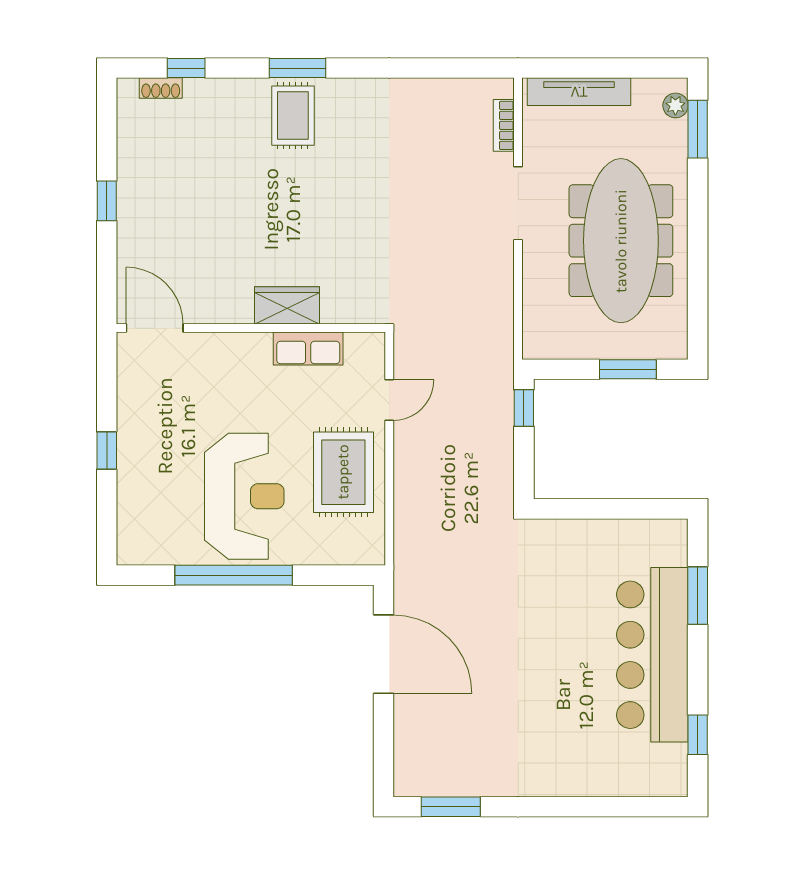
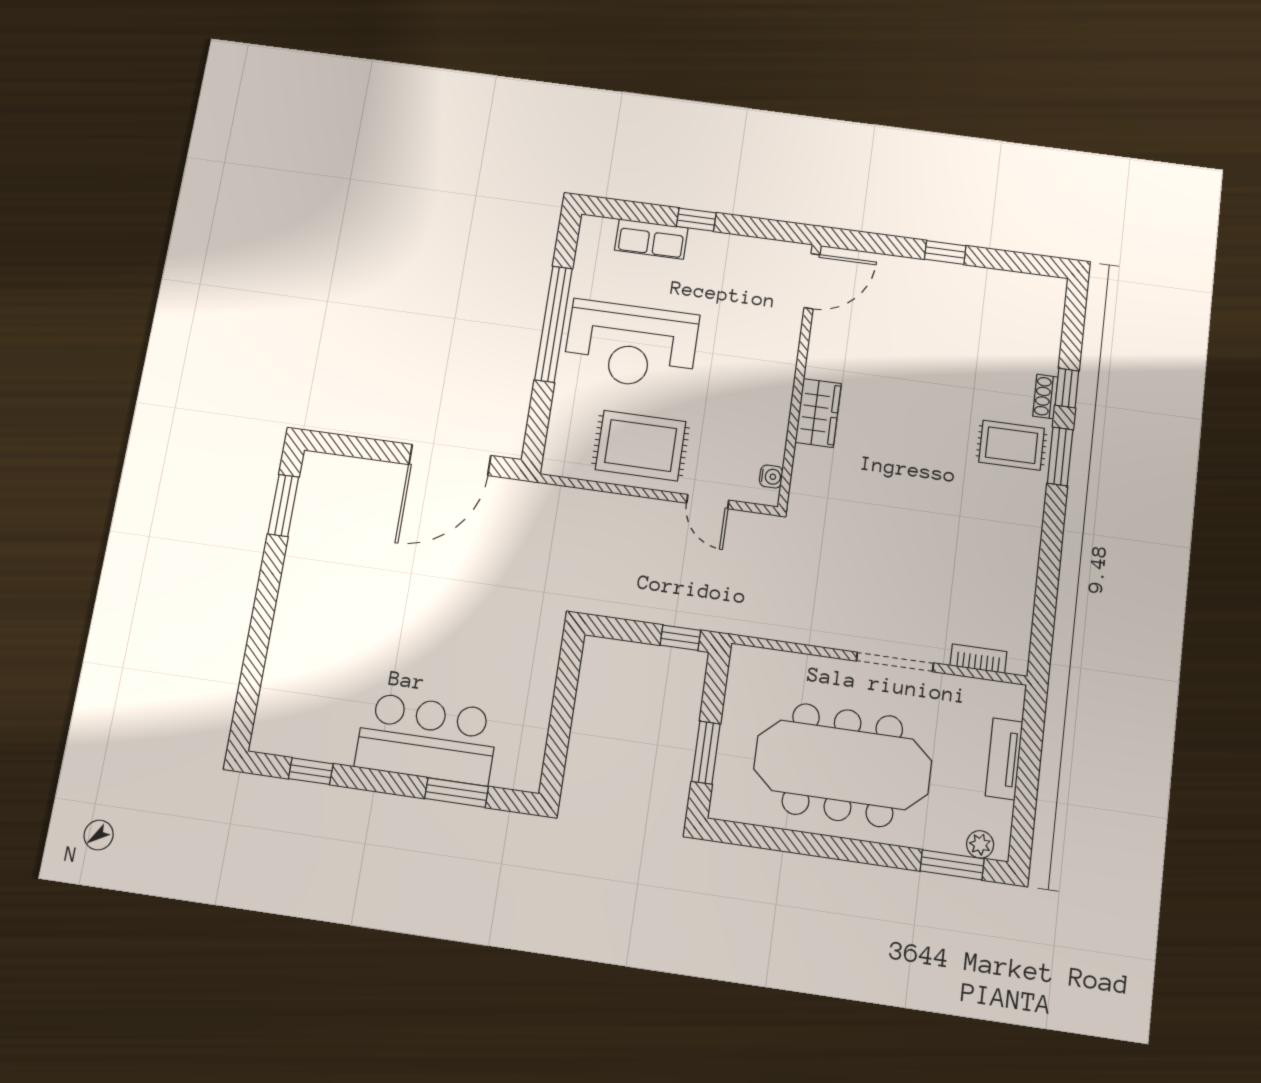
window: (186, 68) -> (1067, 388), moved
shoe rack: (161, 88) -> (1045, 397), moved
tv unit: (579, 92) -> (1004, 759), width x0.71
water cooler: (356, 343) -> (771, 477), added
row of seats: (308, 348) -> (651, 239), moved, turned -90
bar counter: (652, 655) -> (427, 739), width x0.73

